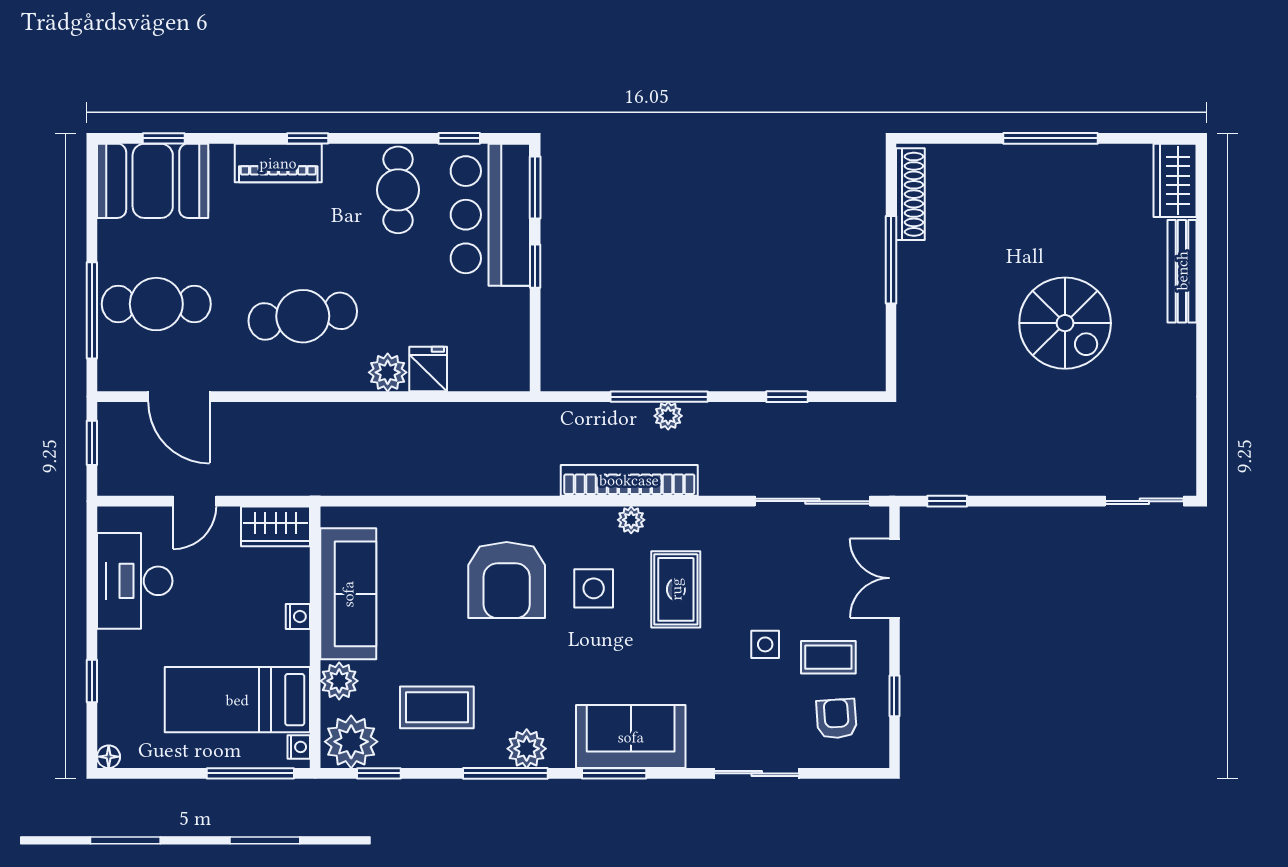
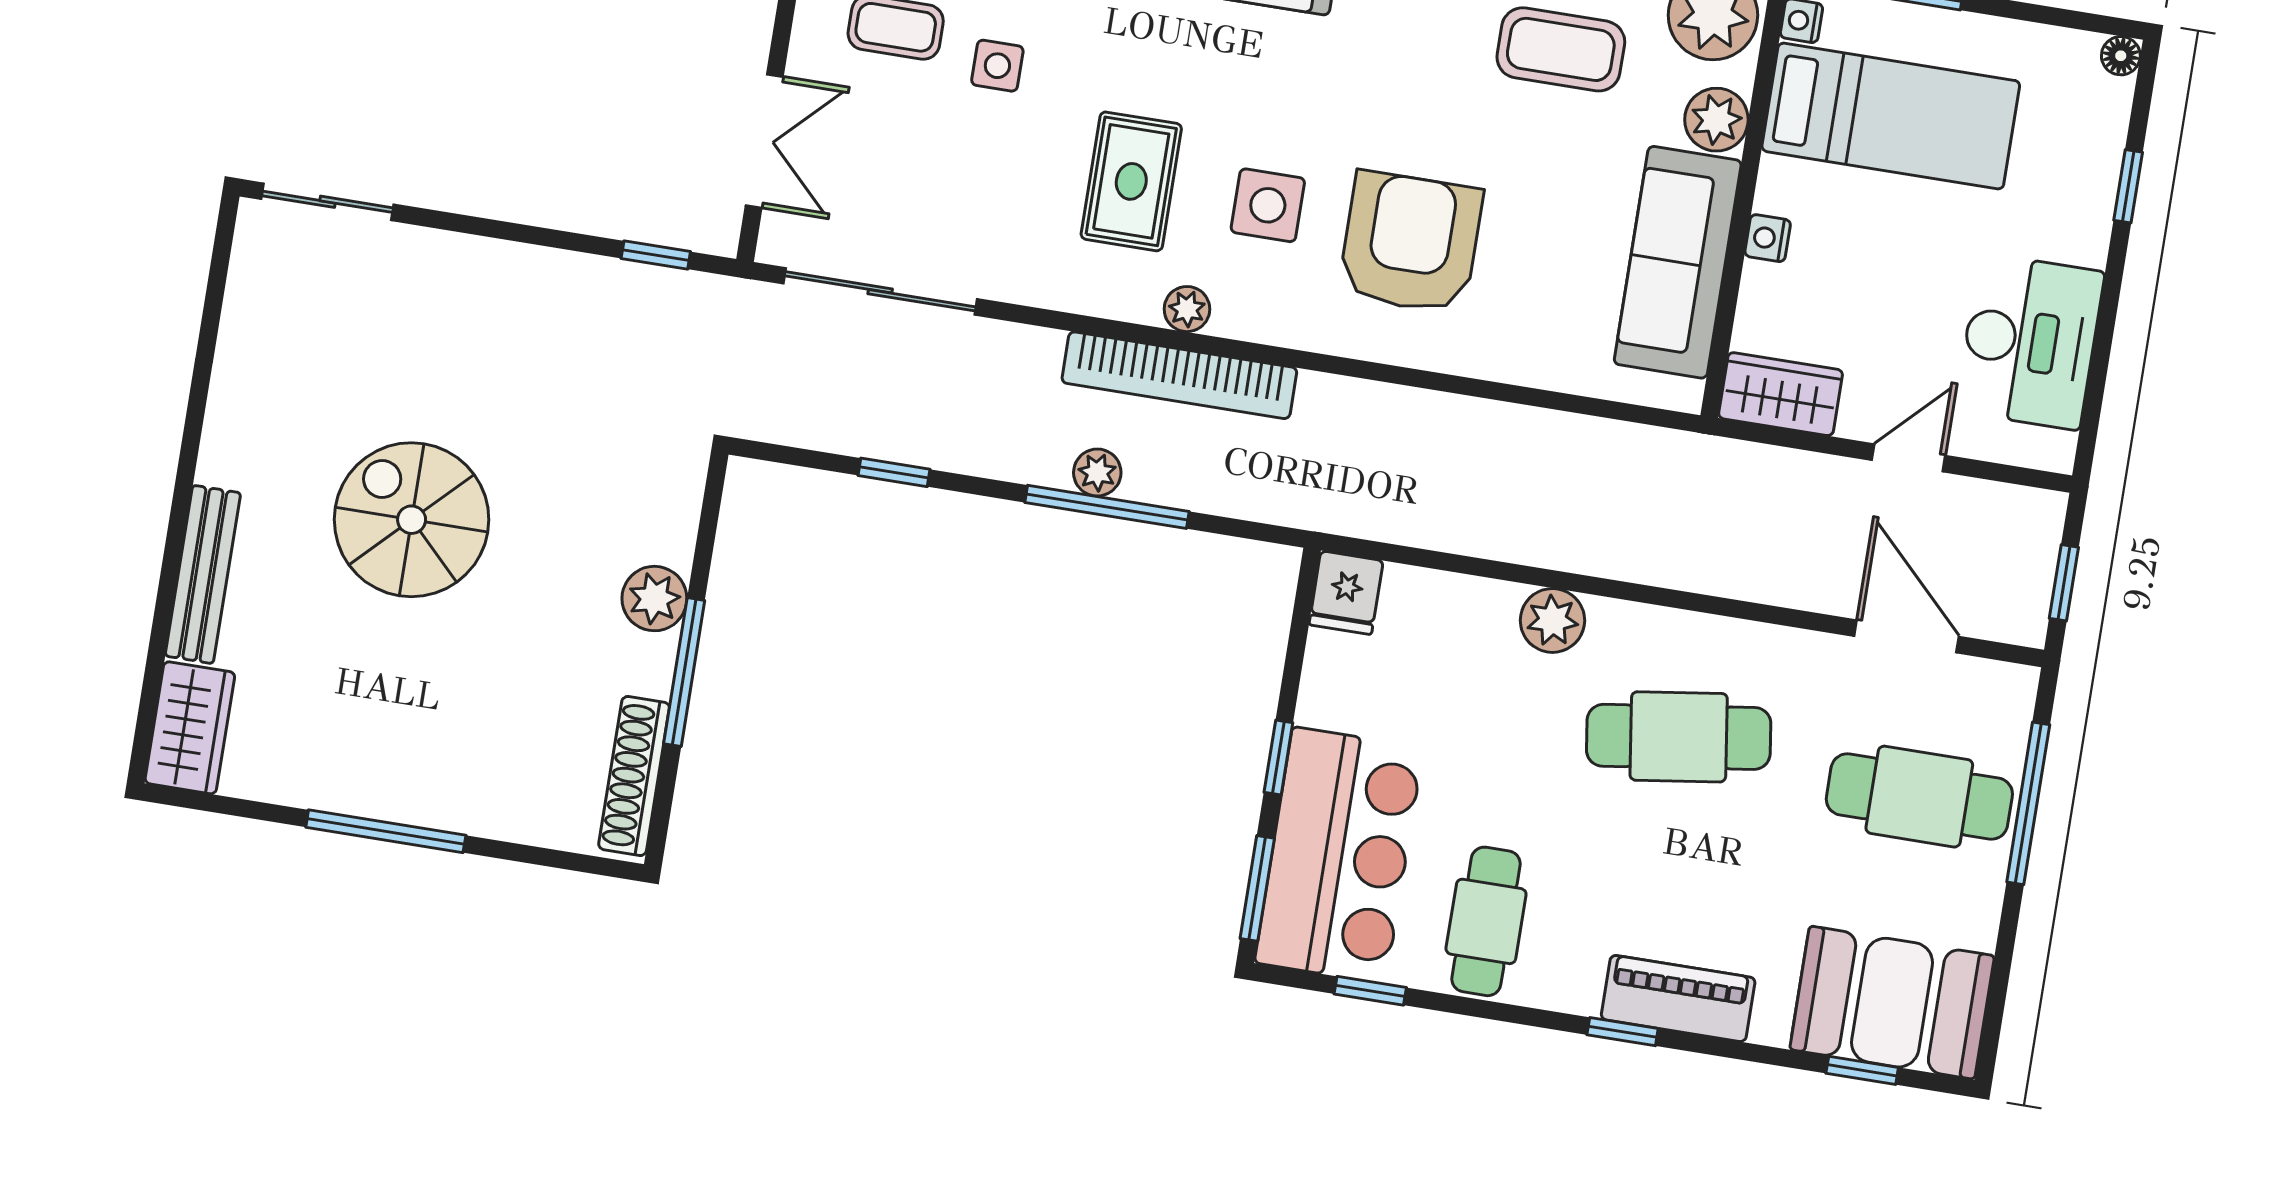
plant: (915, 300) -> (654, 599), added
fridge: (428, 369) -> (1346, 593), moved

